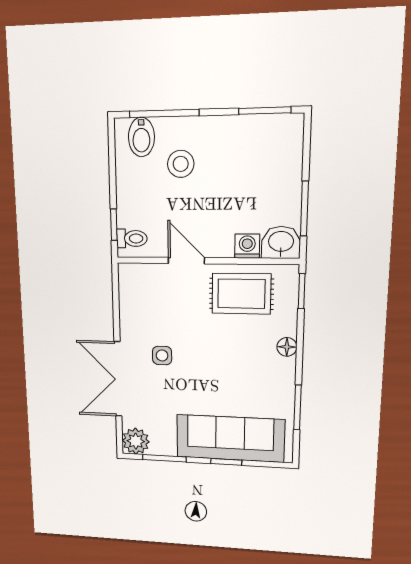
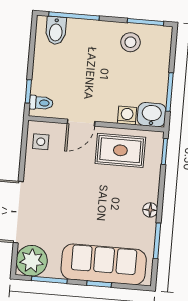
stool: (181, 164) -> (130, 42), moved
door: (186, 261) -> (81, 123), swing flipped
floor lamp: (287, 347) -> (150, 210), moved
side table: (162, 355) -> (41, 142), moved
plant: (136, 441) -> (32, 261), width x1.36, depth x1.36

